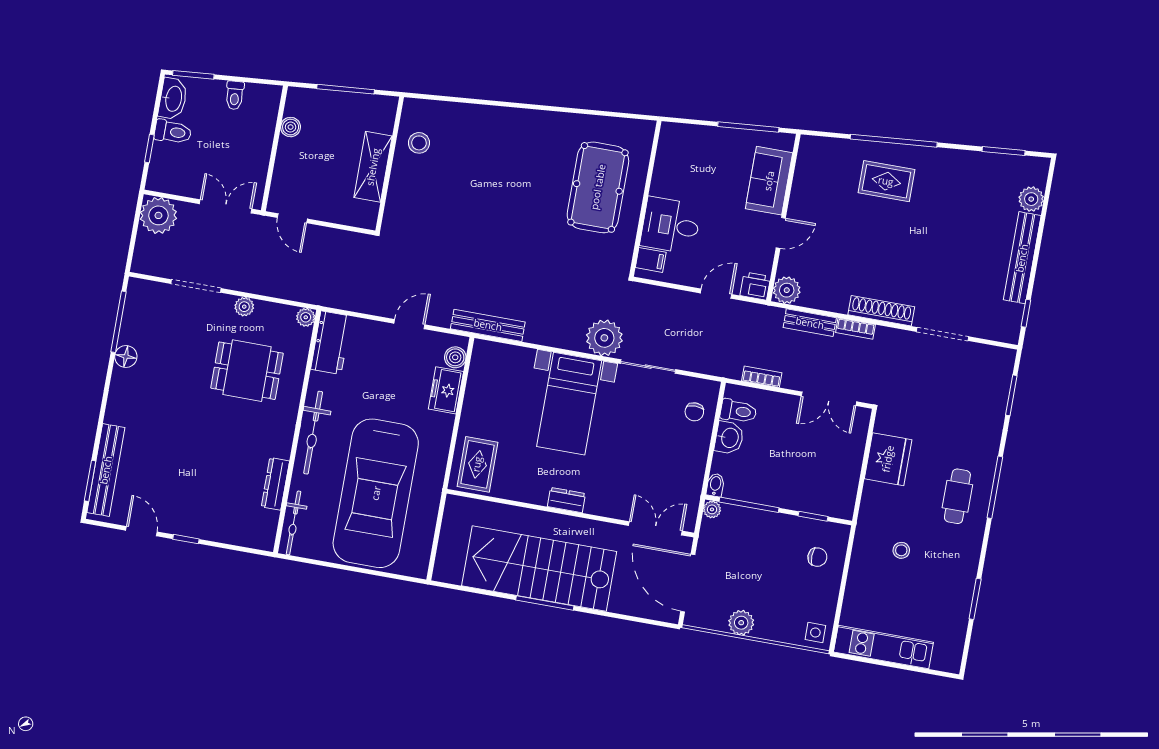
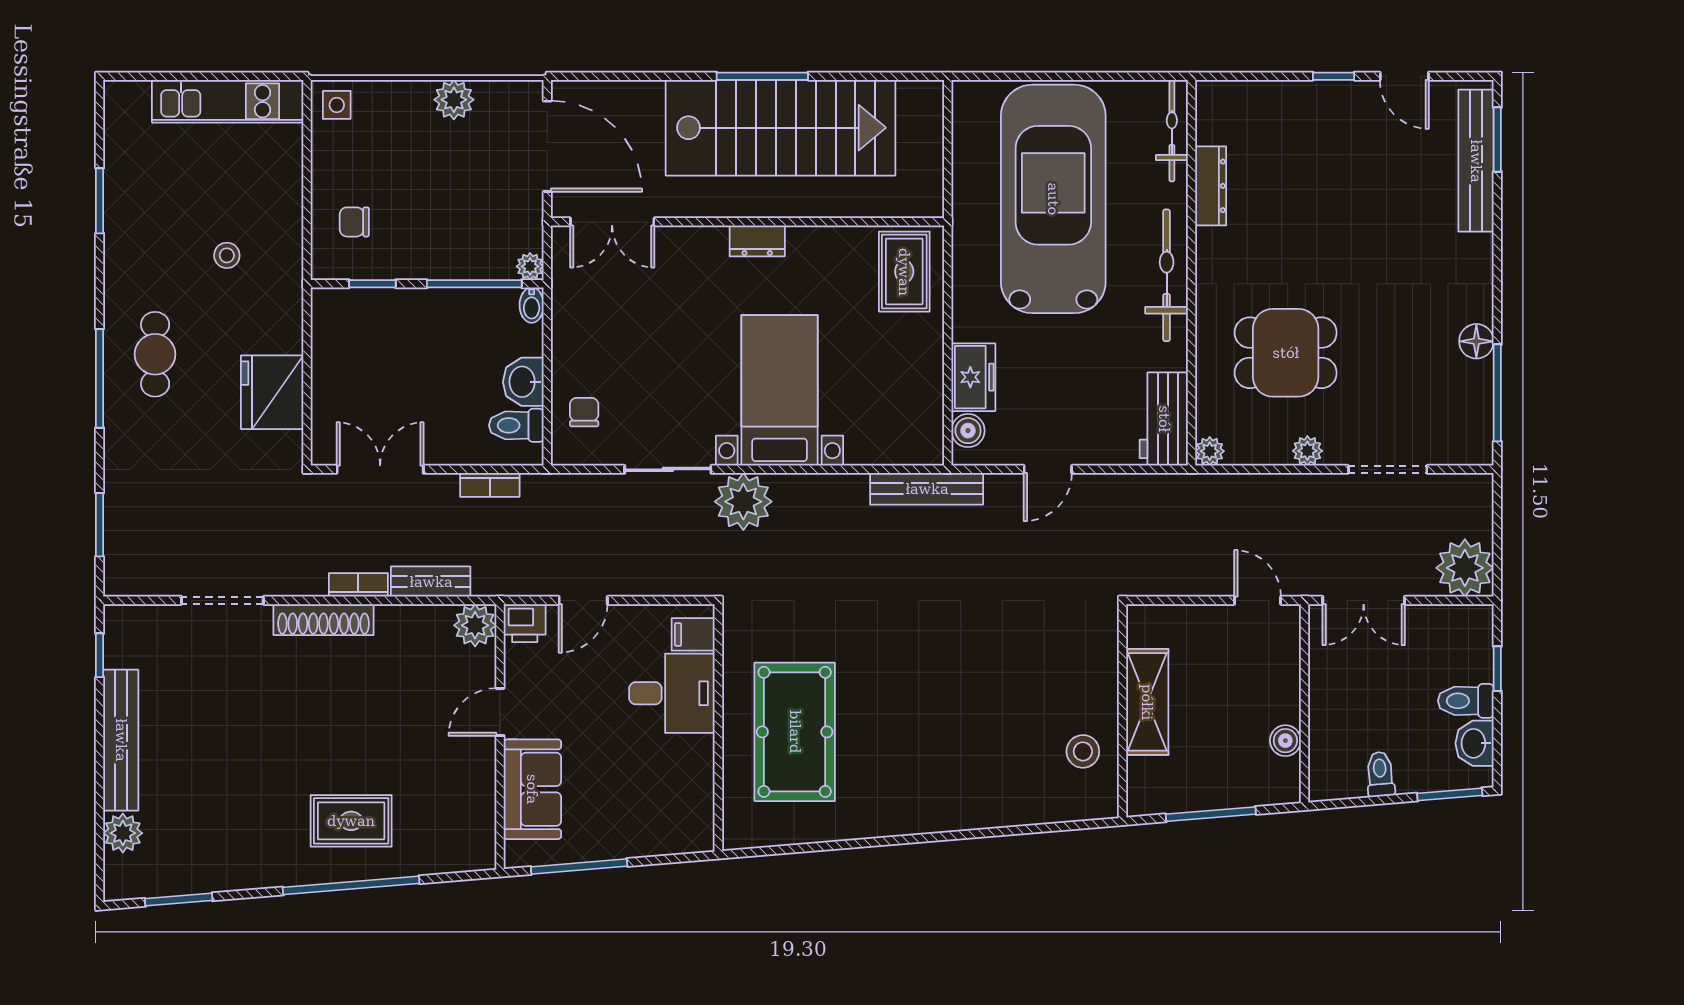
washbasin: (173, 99) -> (1475, 743), width x0.72

